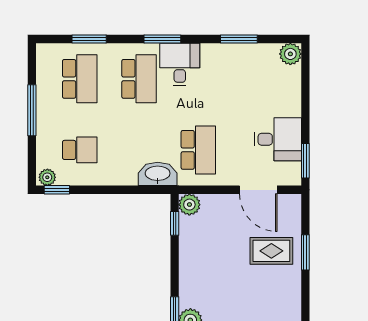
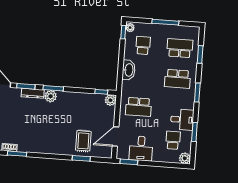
desk: (180, 64) -> (182, 120), moved
school desk: (80, 79) -> (180, 48), turned 180
school desk: (258, 79) -> (173, 140), added
school desk: (80, 150) -> (143, 45), turned 180
washbasin: (158, 174) -> (129, 70), moved

